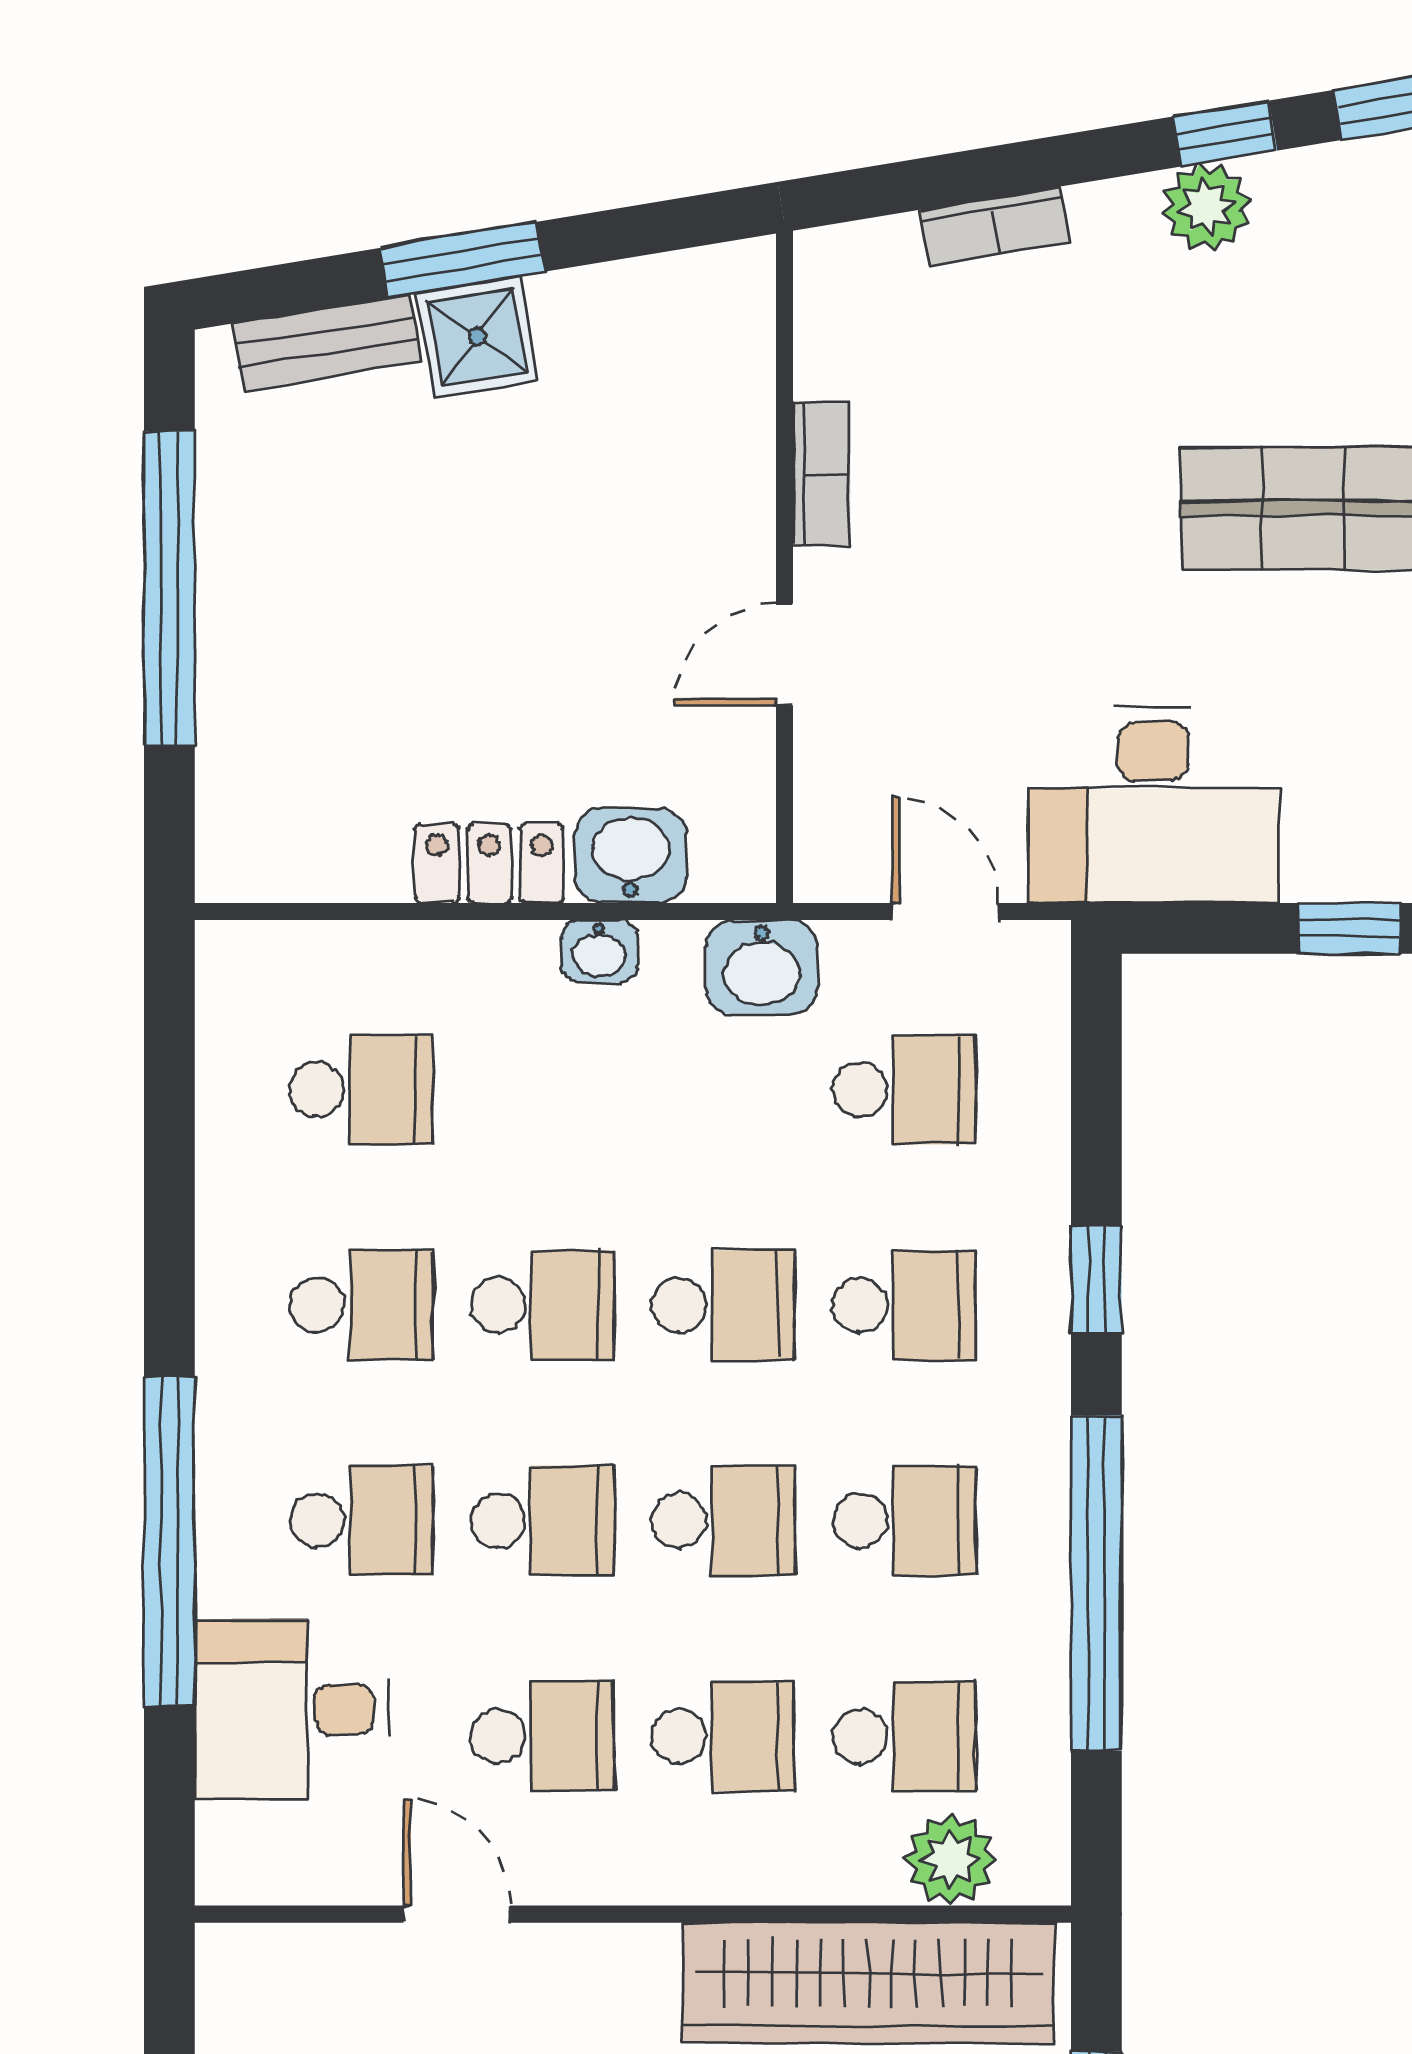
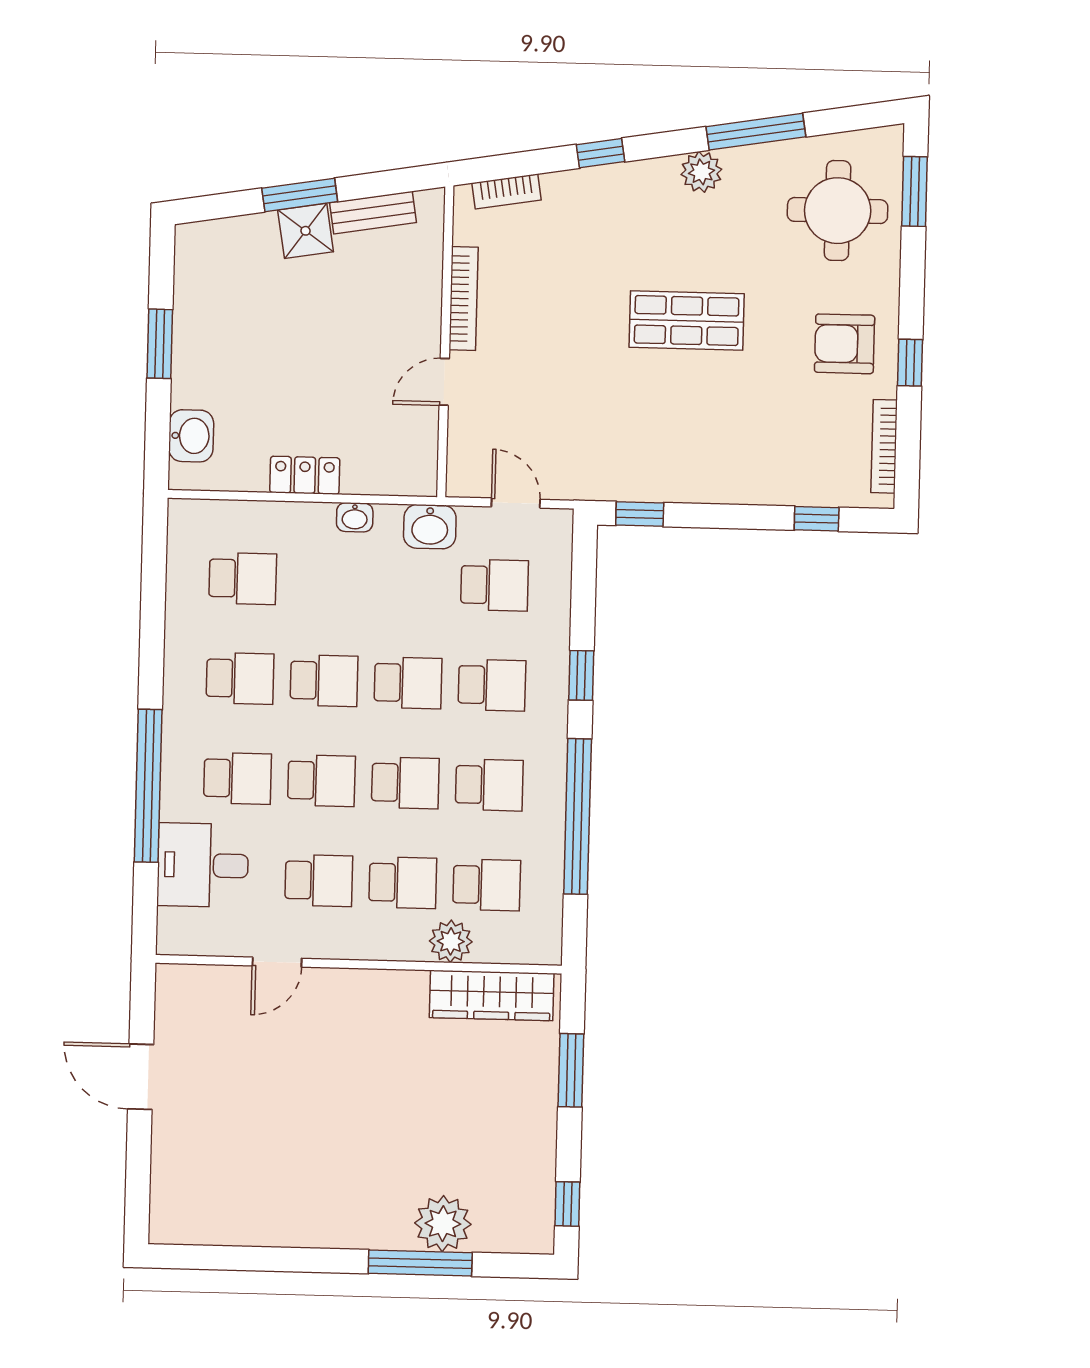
window: (1225, 134) -> (601, 153), moved
plant: (1207, 207) -> (701, 172), moved
bookcase: (994, 226) -> (506, 191), moved
bench: (327, 343) -> (373, 213), moved
bookcase: (821, 474) -> (464, 299), width x1.56
window: (169, 588) -> (160, 344), width x0.47
desk: (1153, 805) -> (613, 456), removed
washbasin: (631, 856) -> (191, 436), moved, turned 90
window: (1349, 928) -> (640, 514), moved
plant: (950, 1860) -> (451, 941), moved
door: (457, 1914) -> (277, 962), swing flipped
wardrobe: (868, 1983) -> (492, 995), width x0.71, depth x0.85

